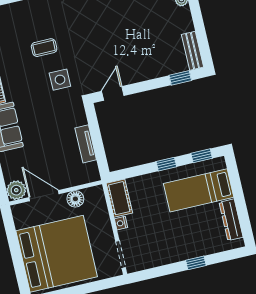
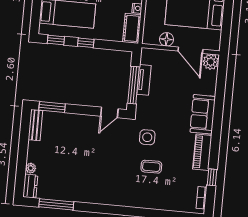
window: (180, 78) -> (52, 107), width x1.50
window: (96, 134) -> (134, 85), added

